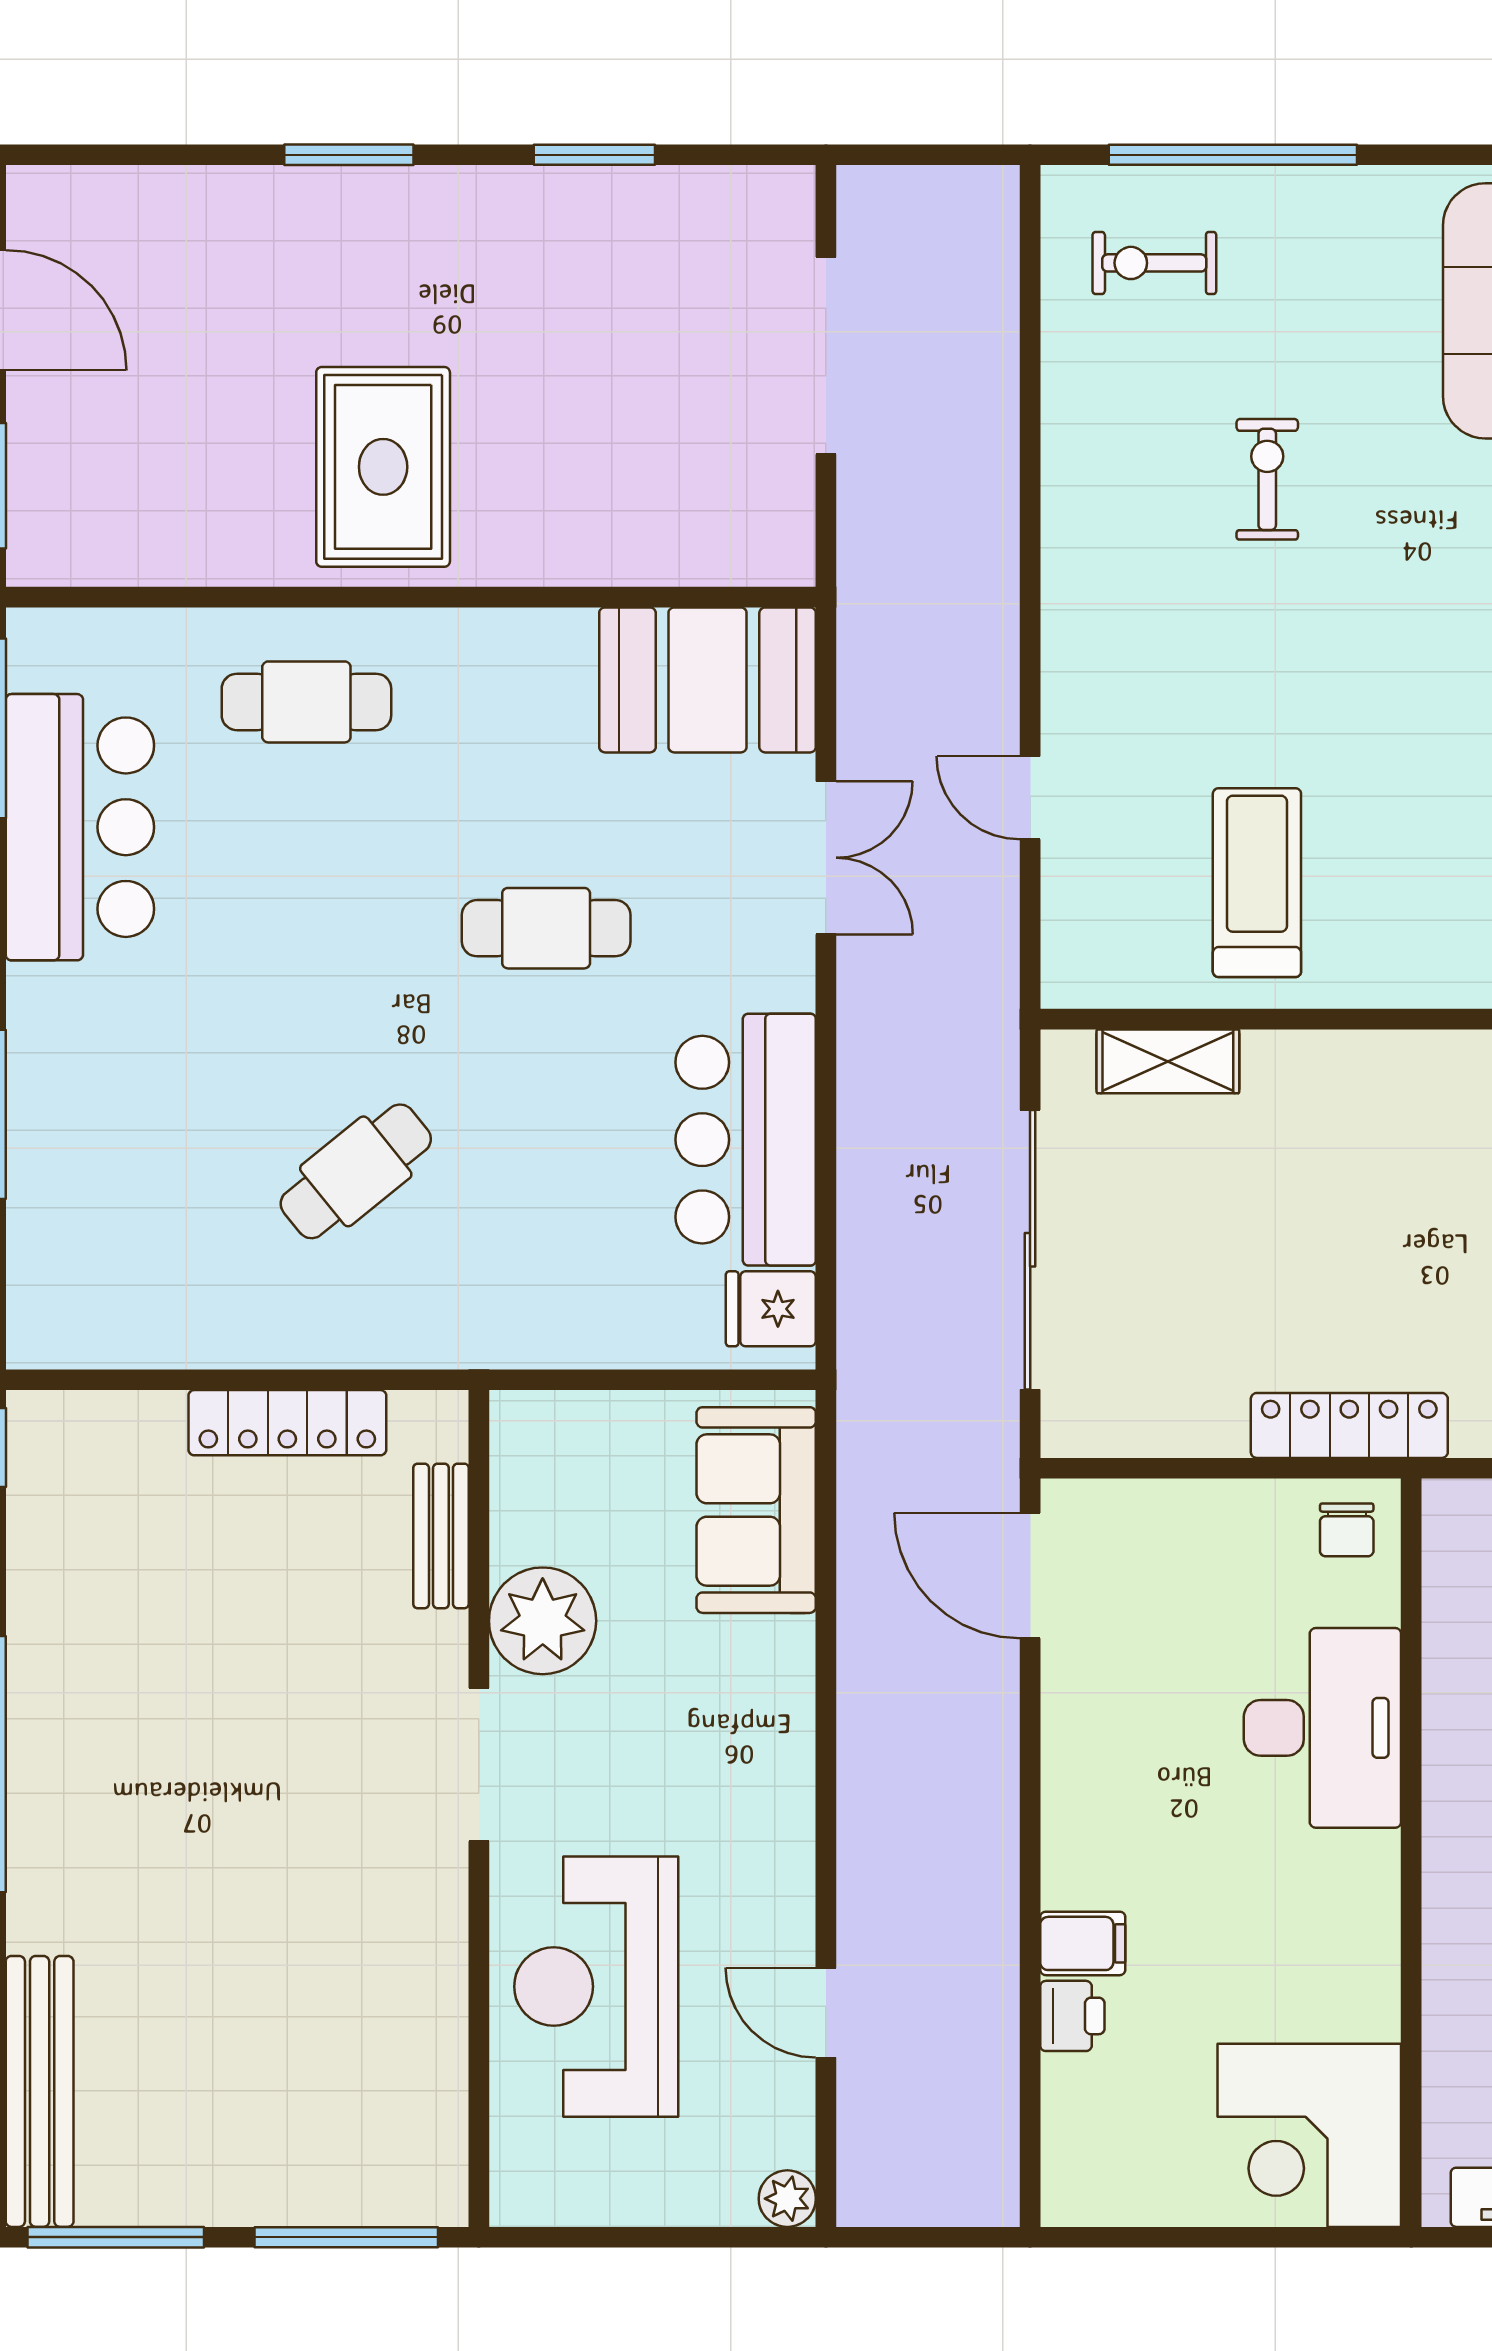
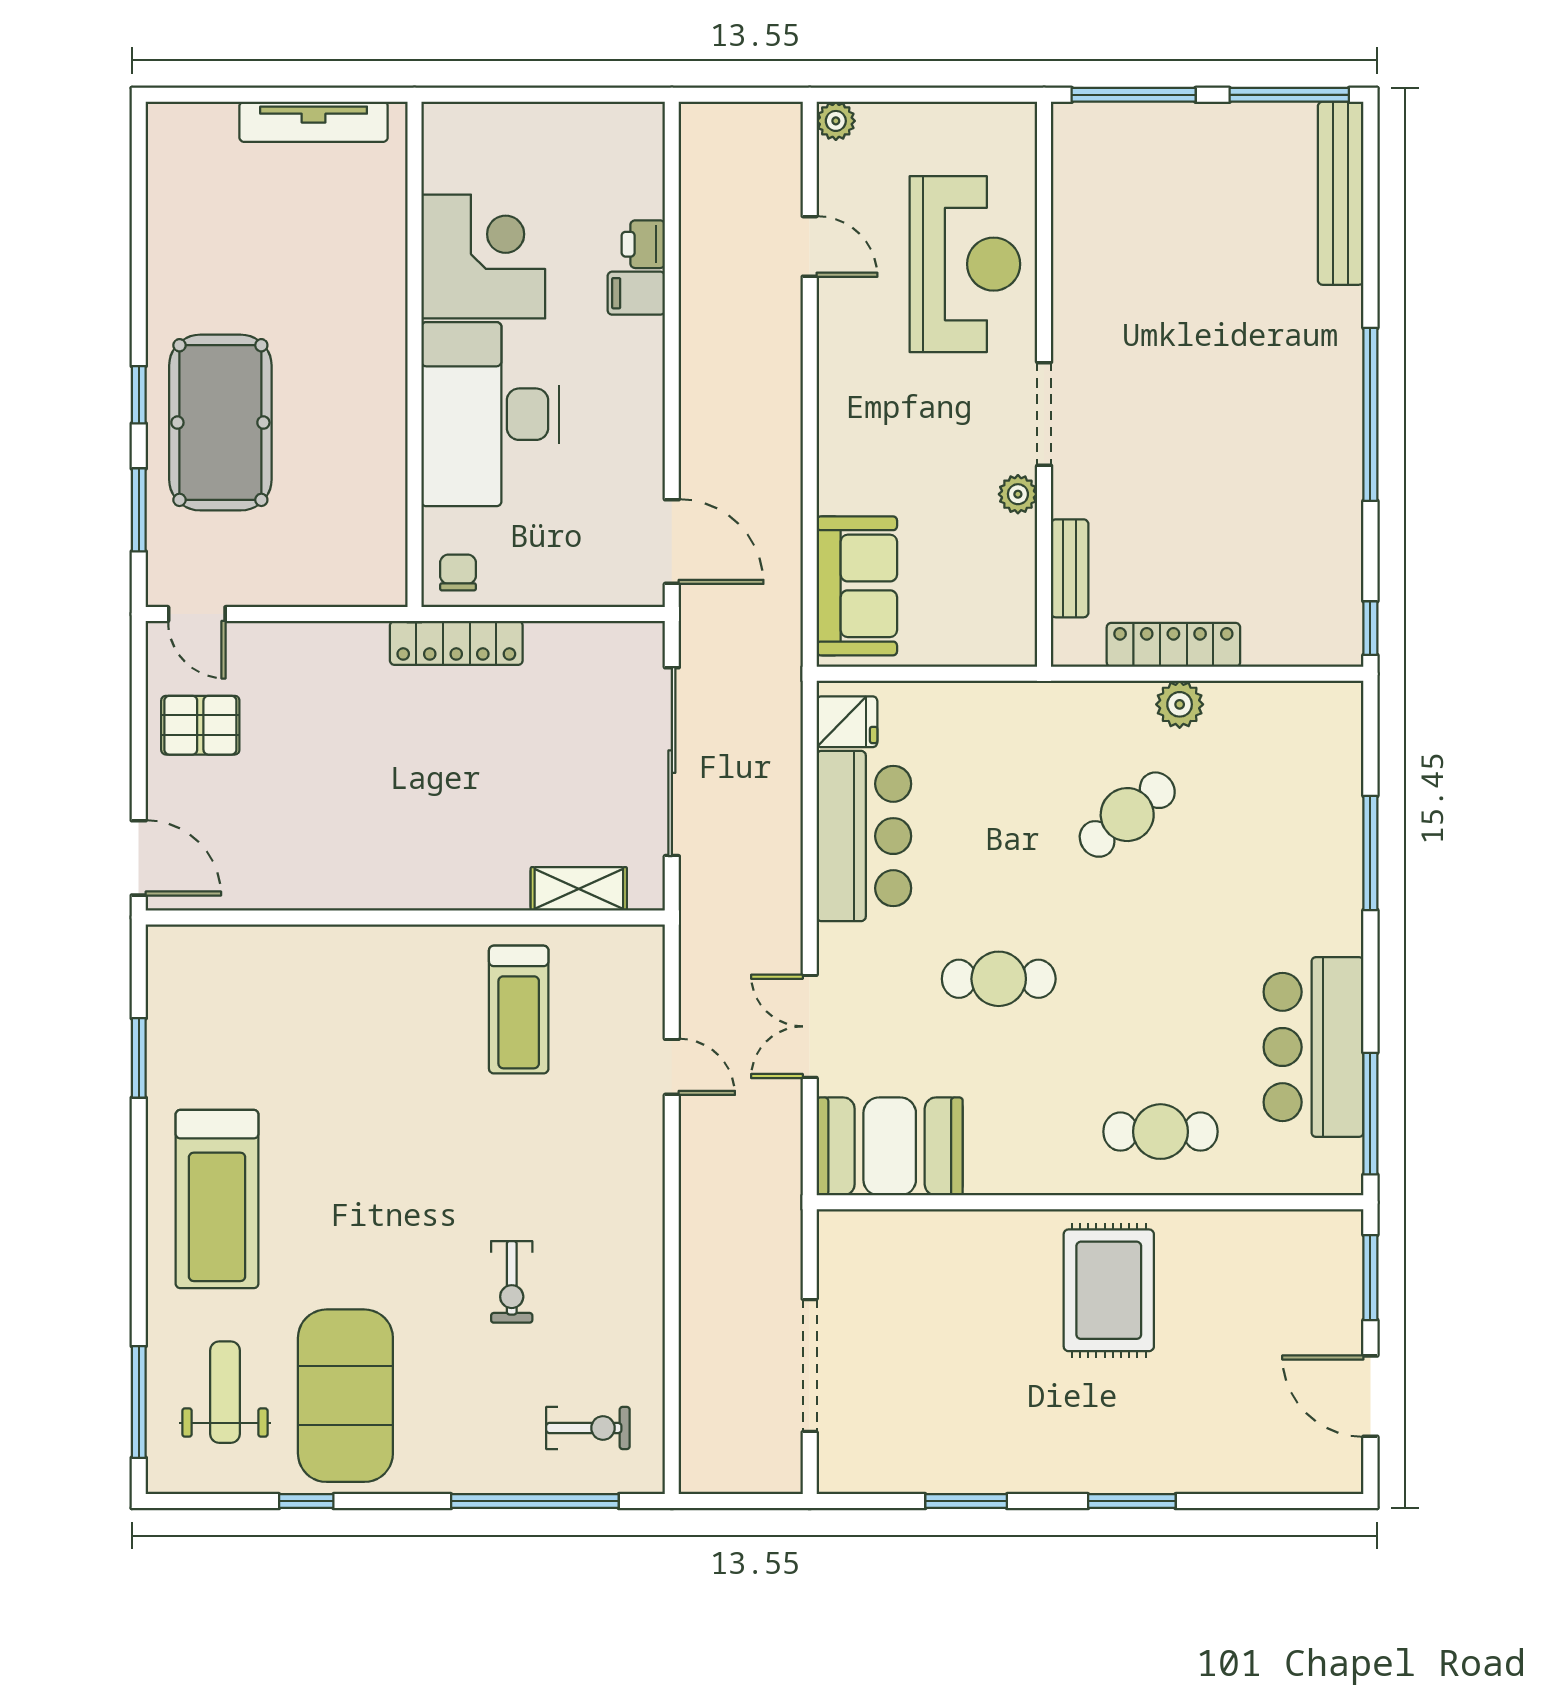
plant: (278, 1335) -> (1180, 704), added
plant: (543, 1621) -> (1018, 494), width x0.53, depth x0.53
desk: (1322, 1728) -> (490, 414), width x1.36, depth x1.30
corner desk: (1309, 2135) -> (483, 257), moved

